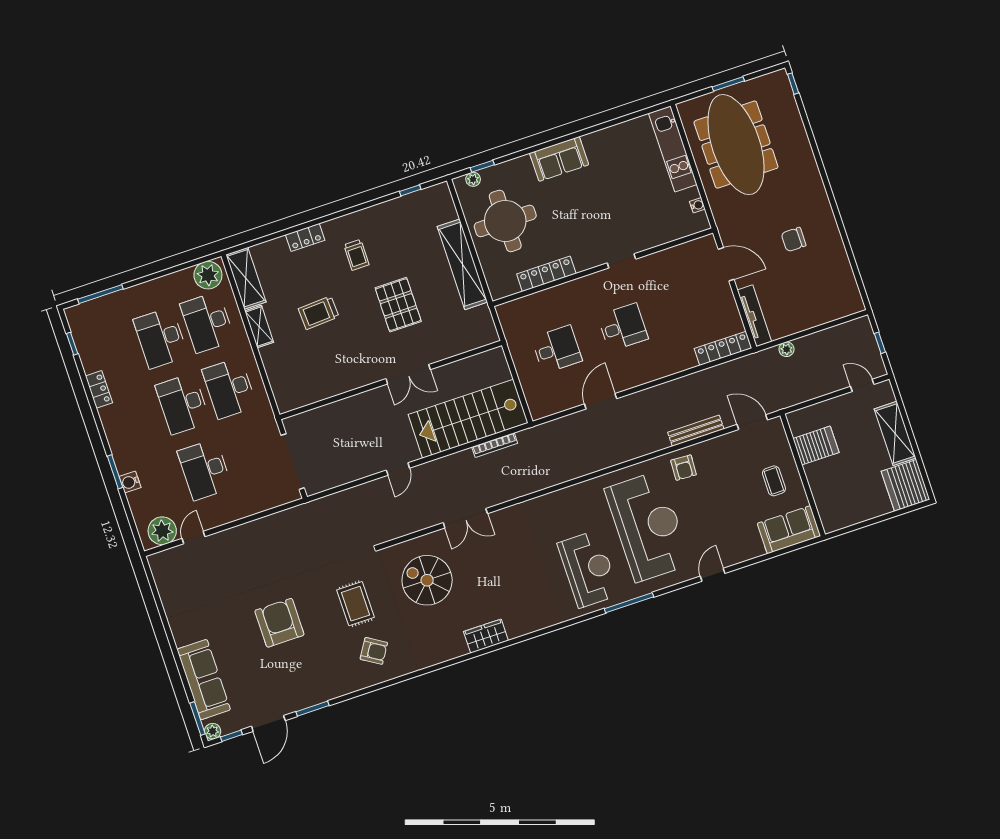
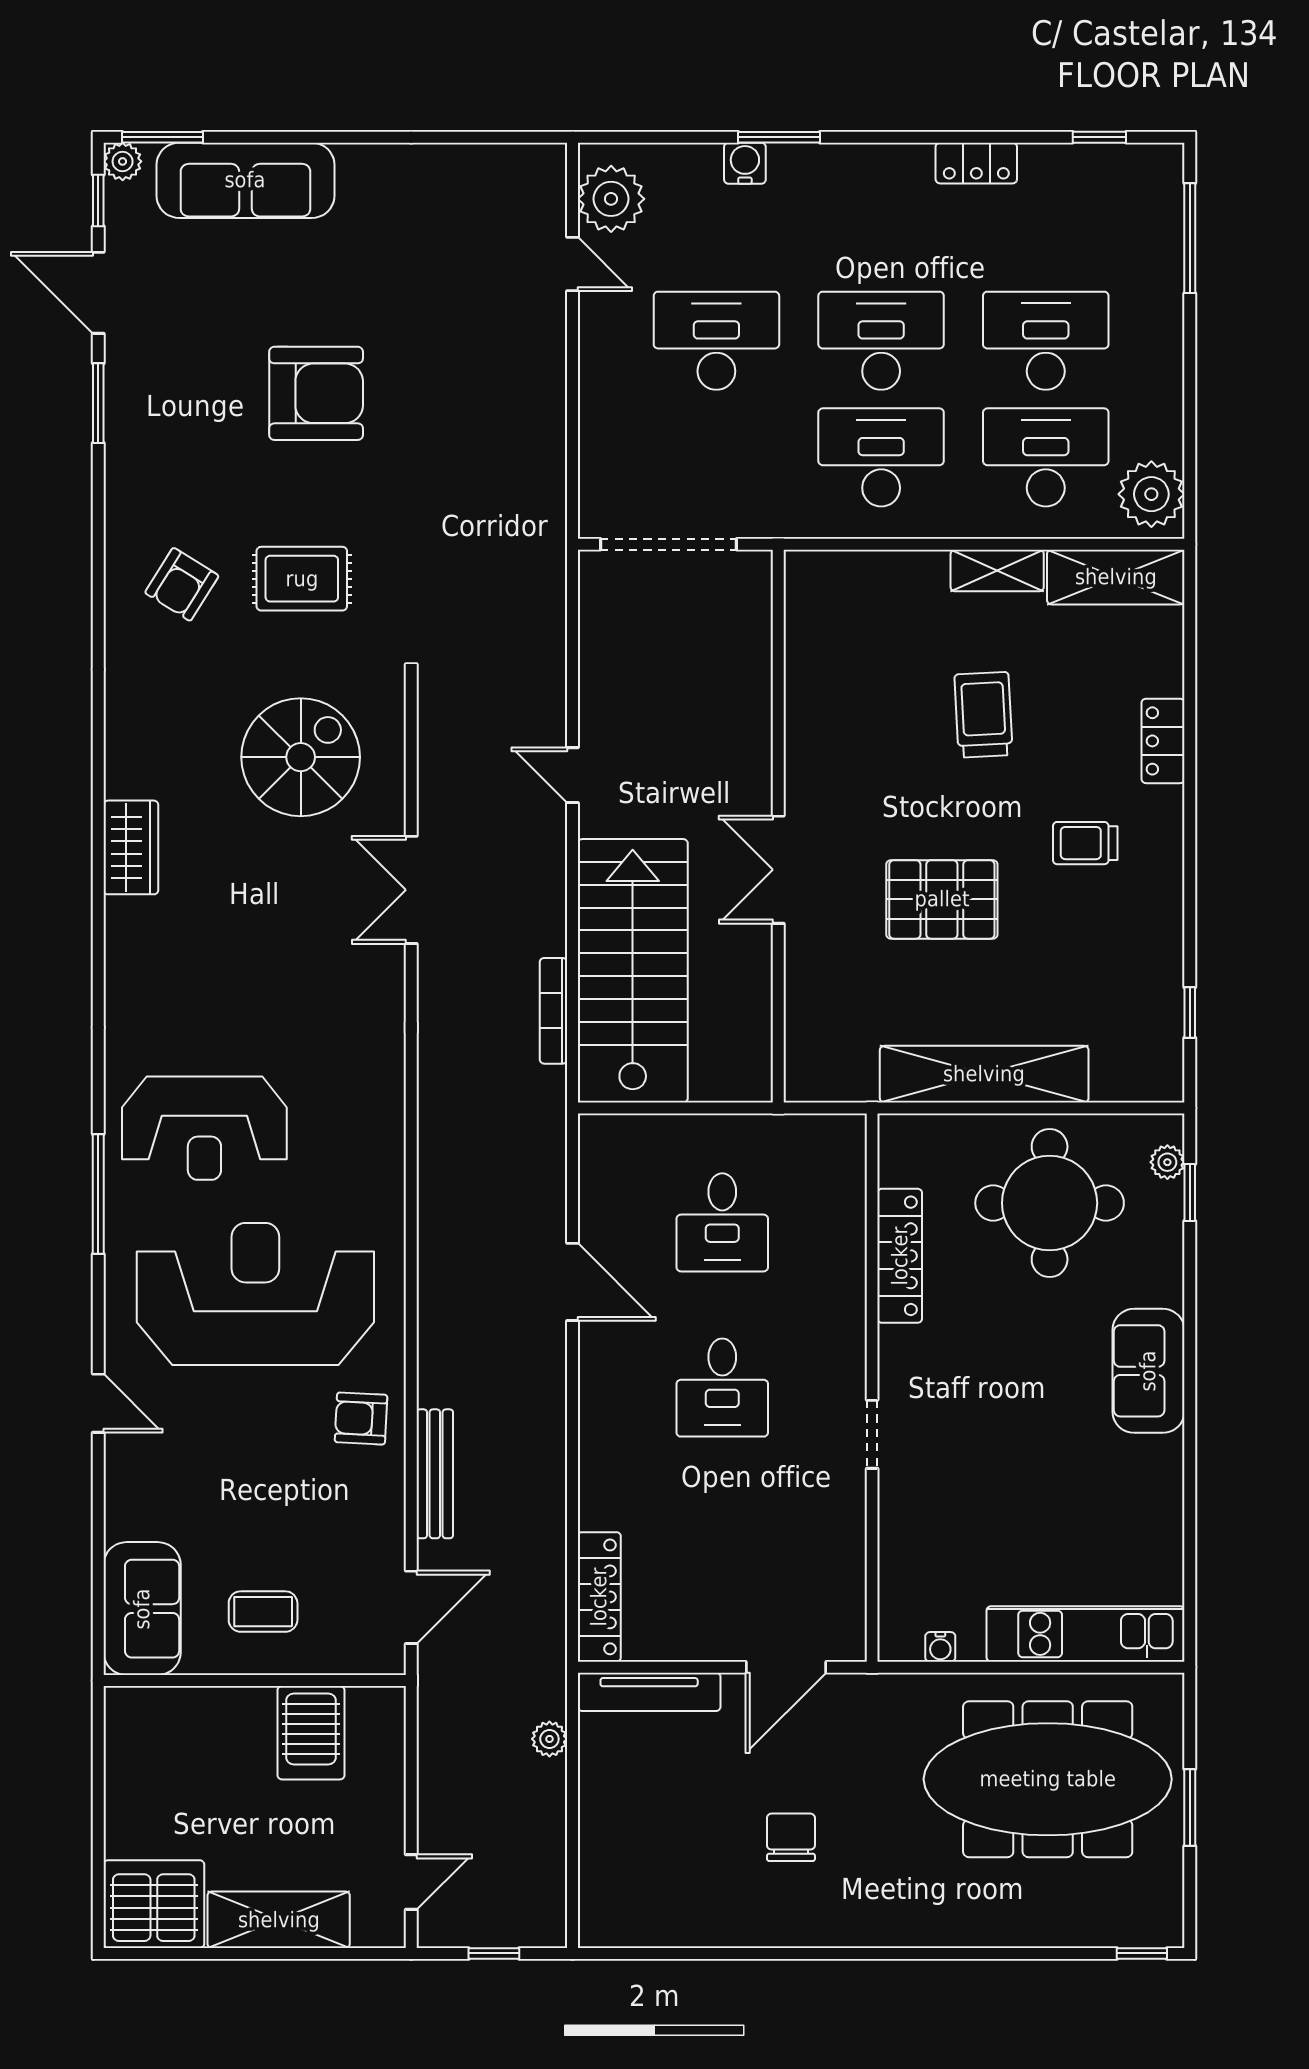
reception desk: (648, 526) -> (255, 1294), turned 180

